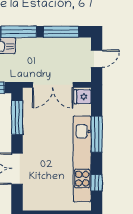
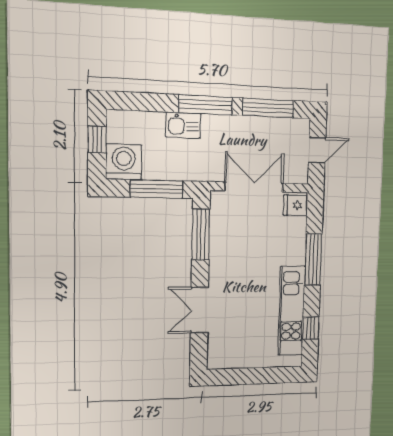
double door: (53, 85) -> (254, 187), swing flipped
kitchen unit: (82, 159) -> (292, 311), width x0.73

